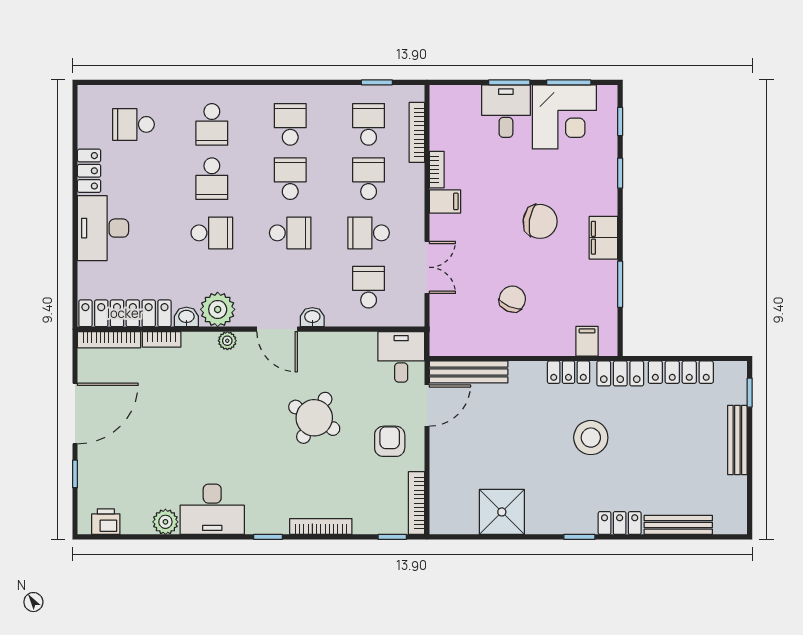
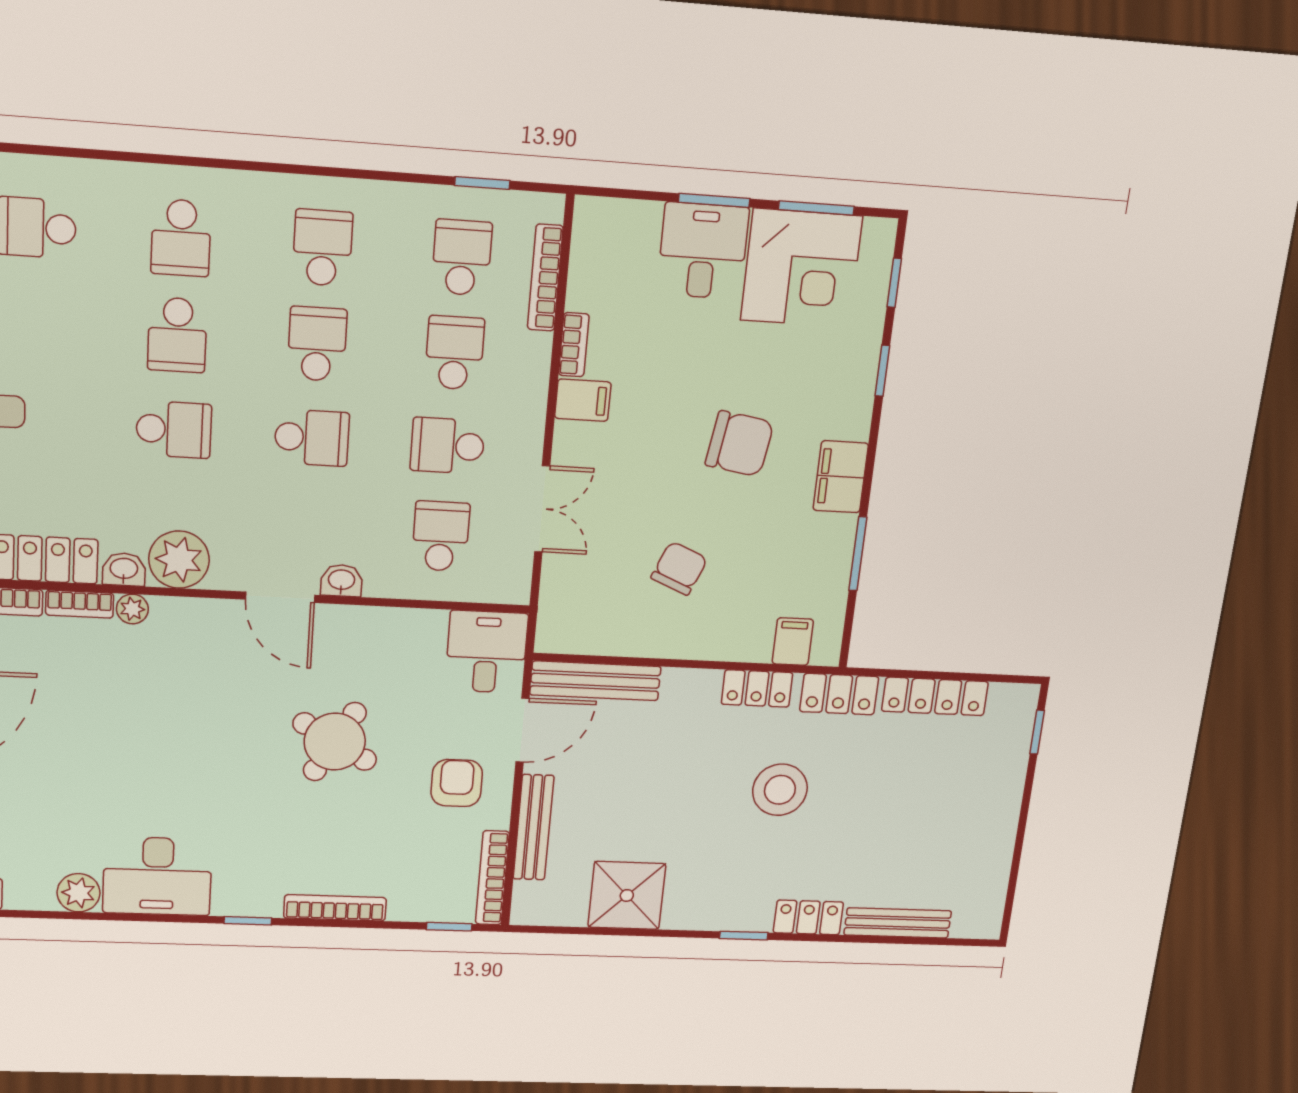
plant: (227, 341) -> (132, 609), moved
bench: (737, 440) -> (533, 827), moved

